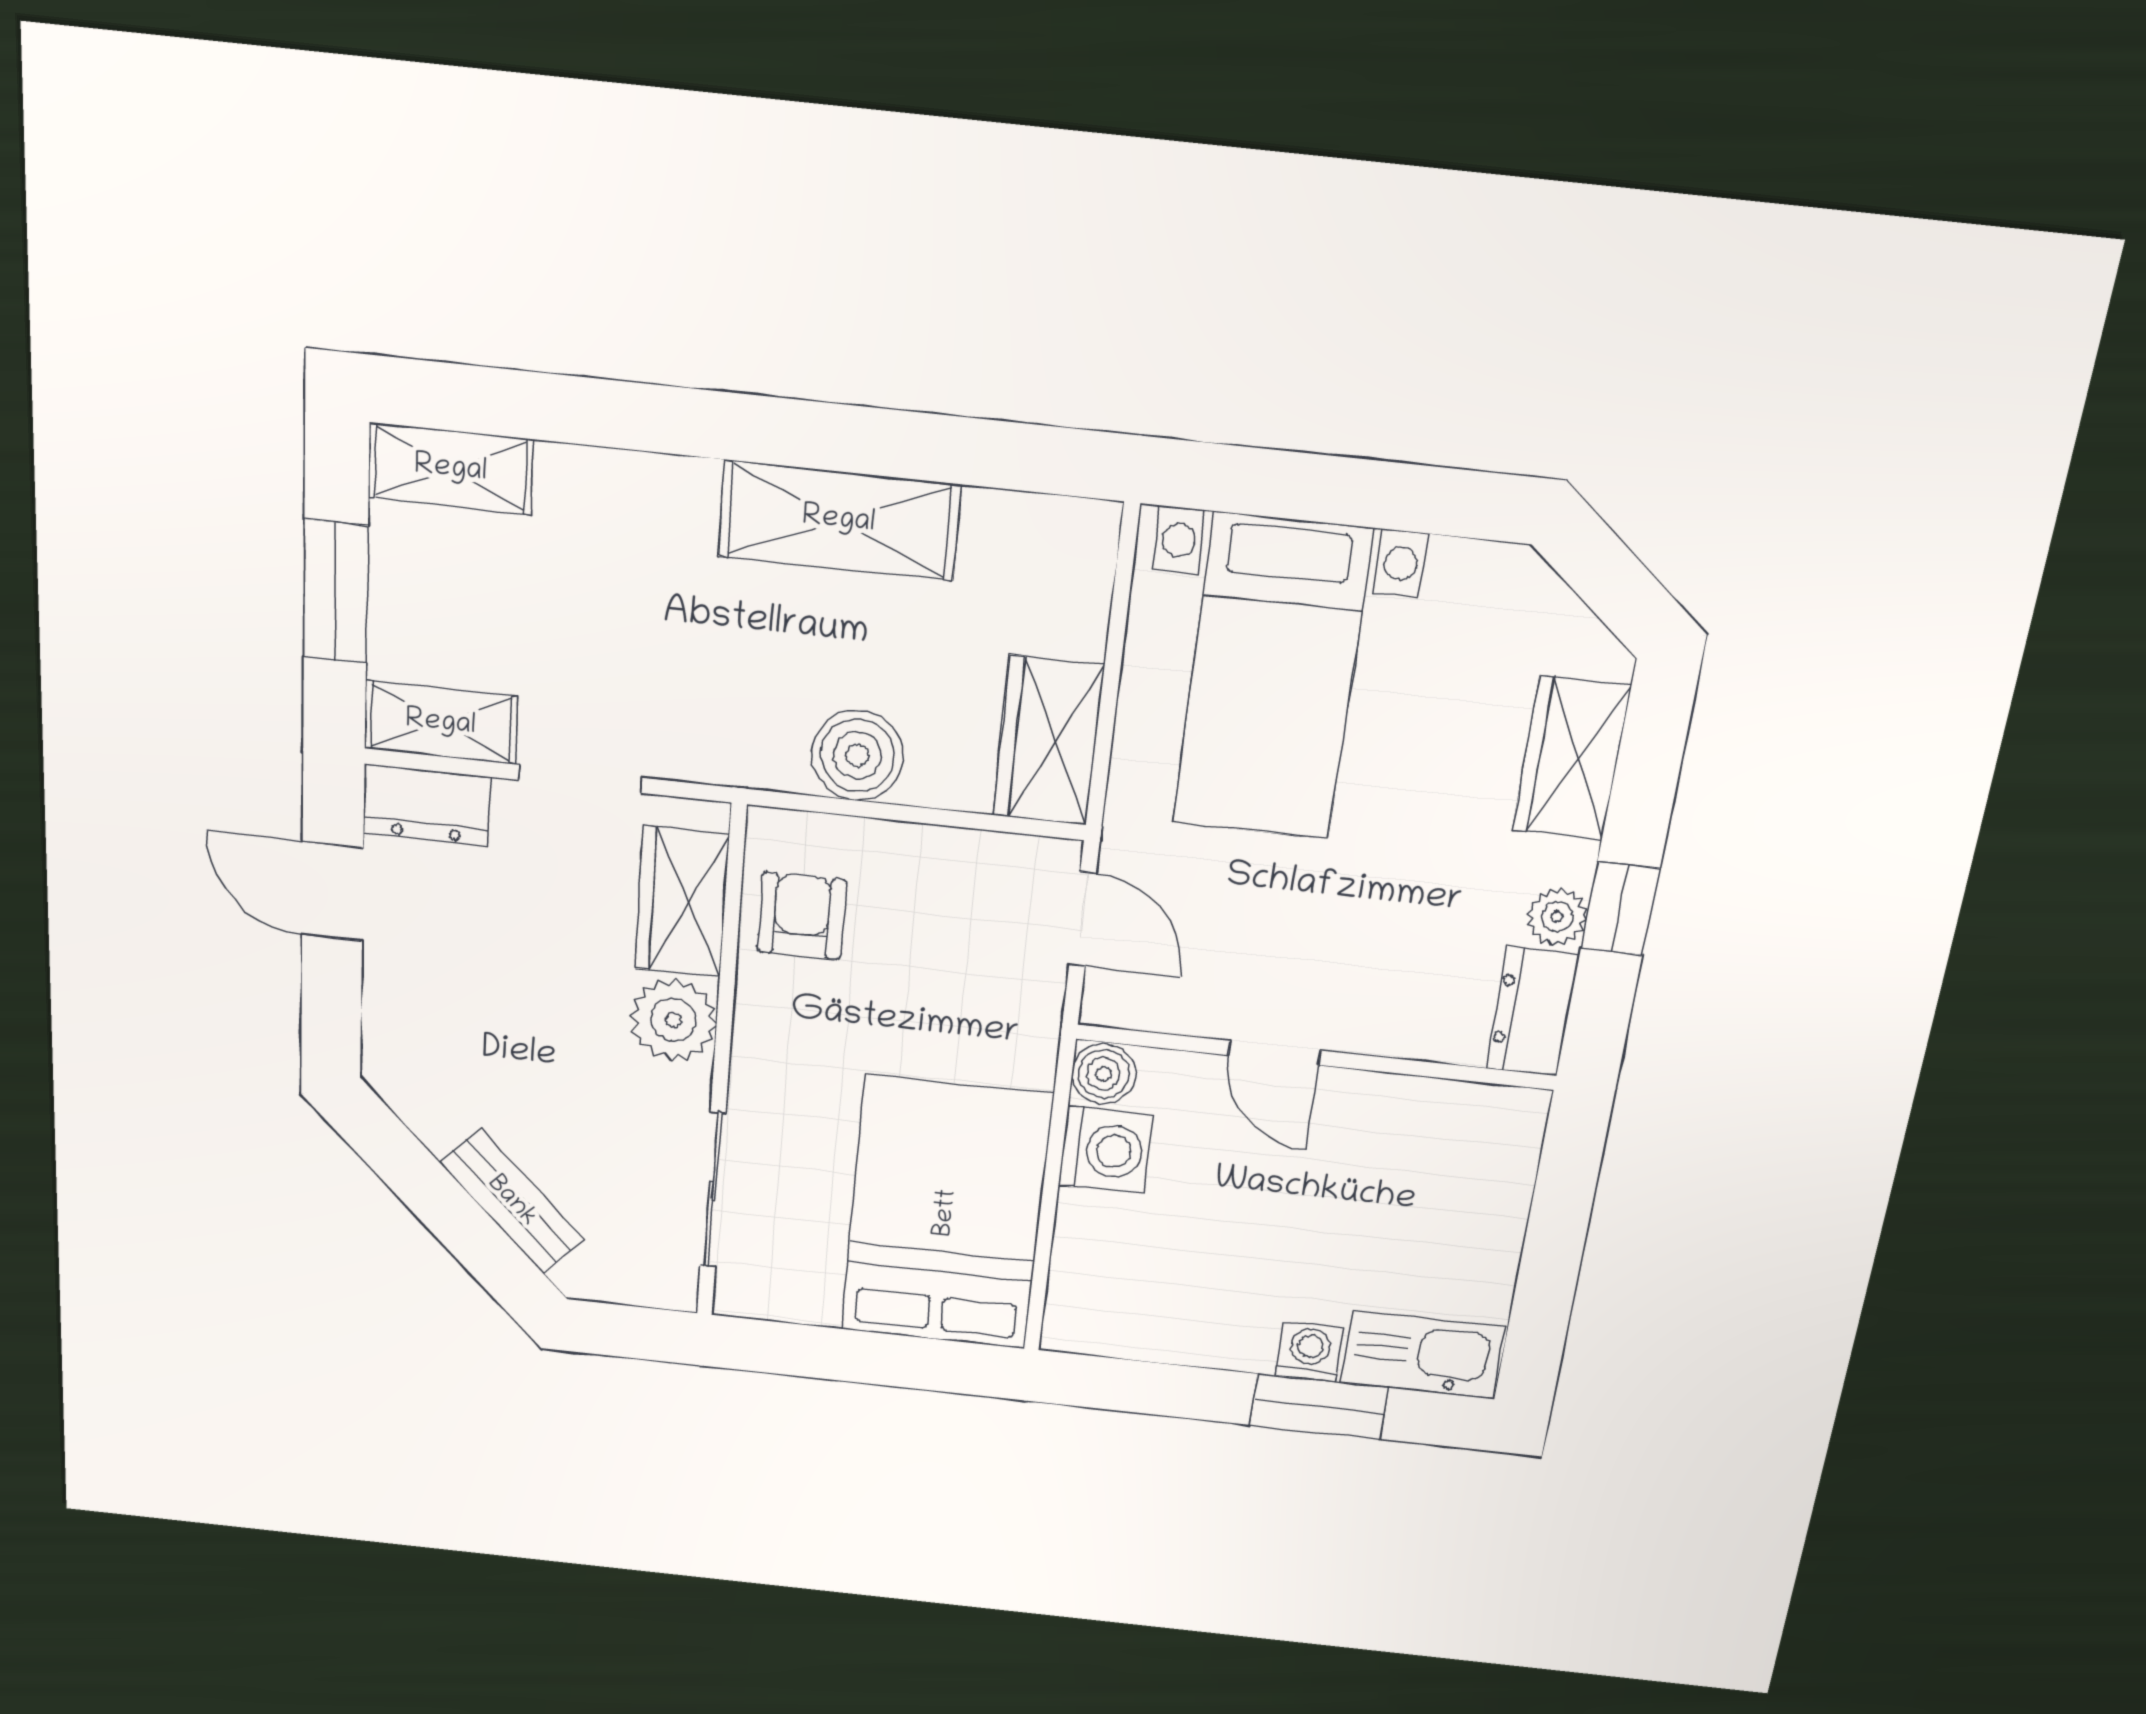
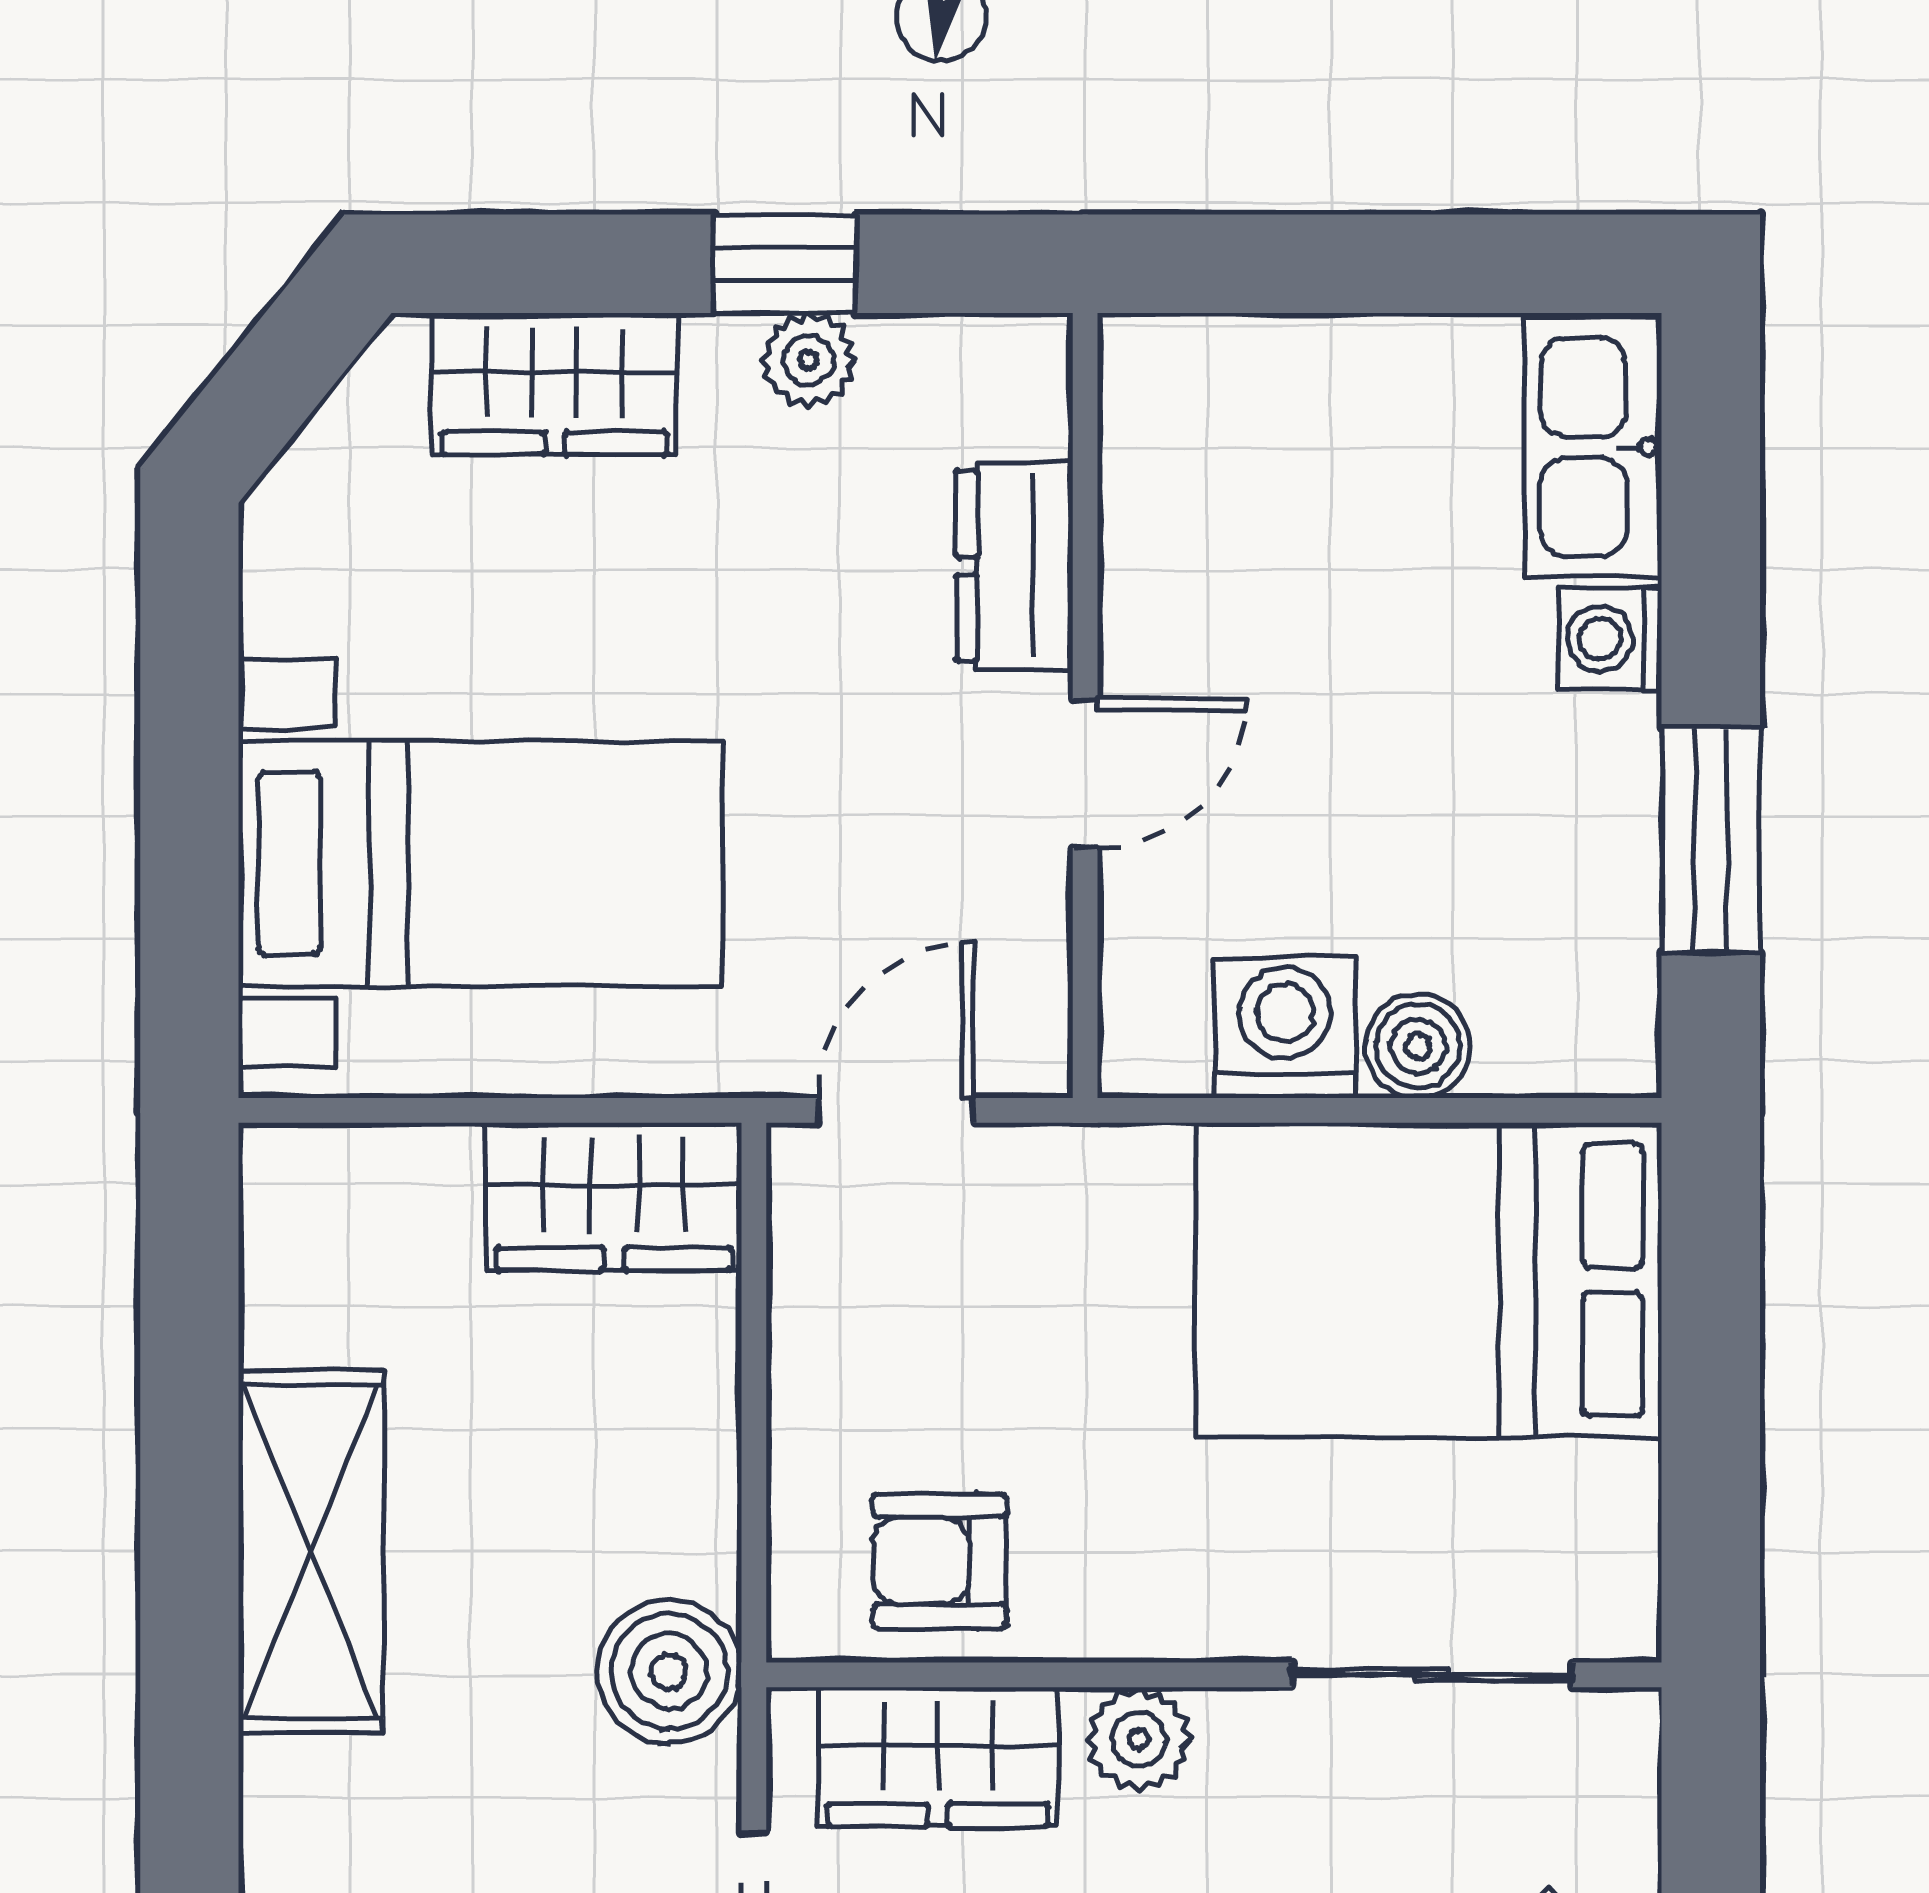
boiler: (857, 755) -> (669, 1671), moved
dresser: (1532, 1012) -> (1015, 566), moved, turned 90
plant: (673, 1020) -> (1139, 1739), width x0.73, depth x0.73
boiler: (1104, 1074) -> (1418, 1046), moved
window: (1319, 1407) -> (1711, 840), moved

